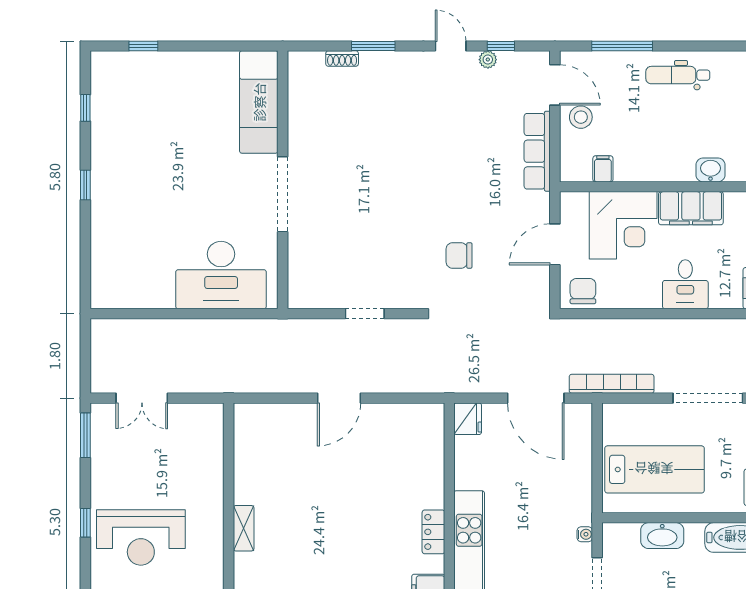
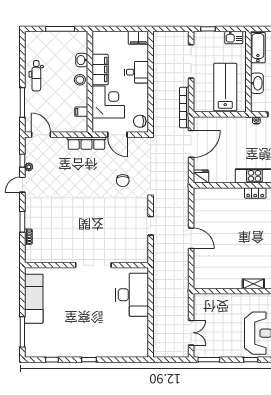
window: (143, 46) -> (22, 332), width x2.17
door: (555, 85) -> (41, 135), hinge flipped
exam couch: (259, 102) -> (34, 299), moved, turned -90
stool: (581, 117) -> (80, 80), moved
row of seats: (537, 151) -> (86, 143), moved

